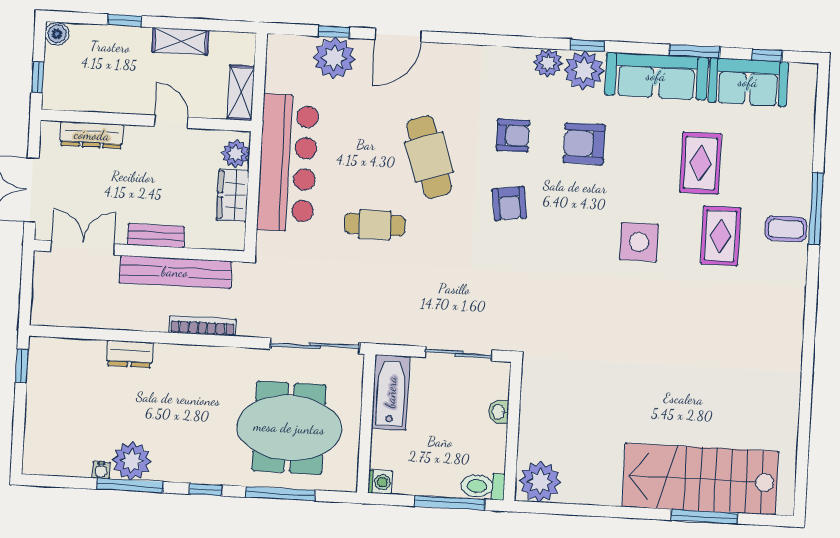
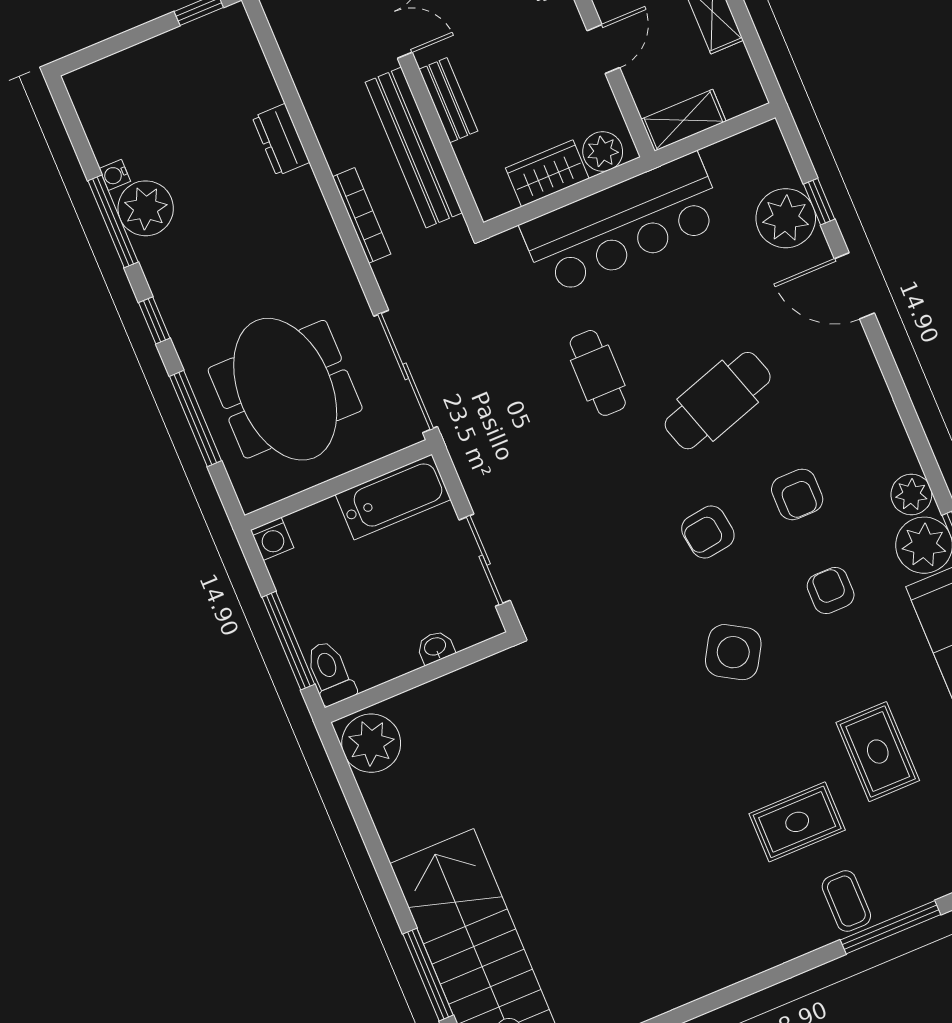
armchair: (584, 144) -> (831, 591), width x0.72, depth x0.72
rug: (701, 163) -> (878, 752), turned 90
side table: (639, 242) -> (733, 652), moved, turned 31

